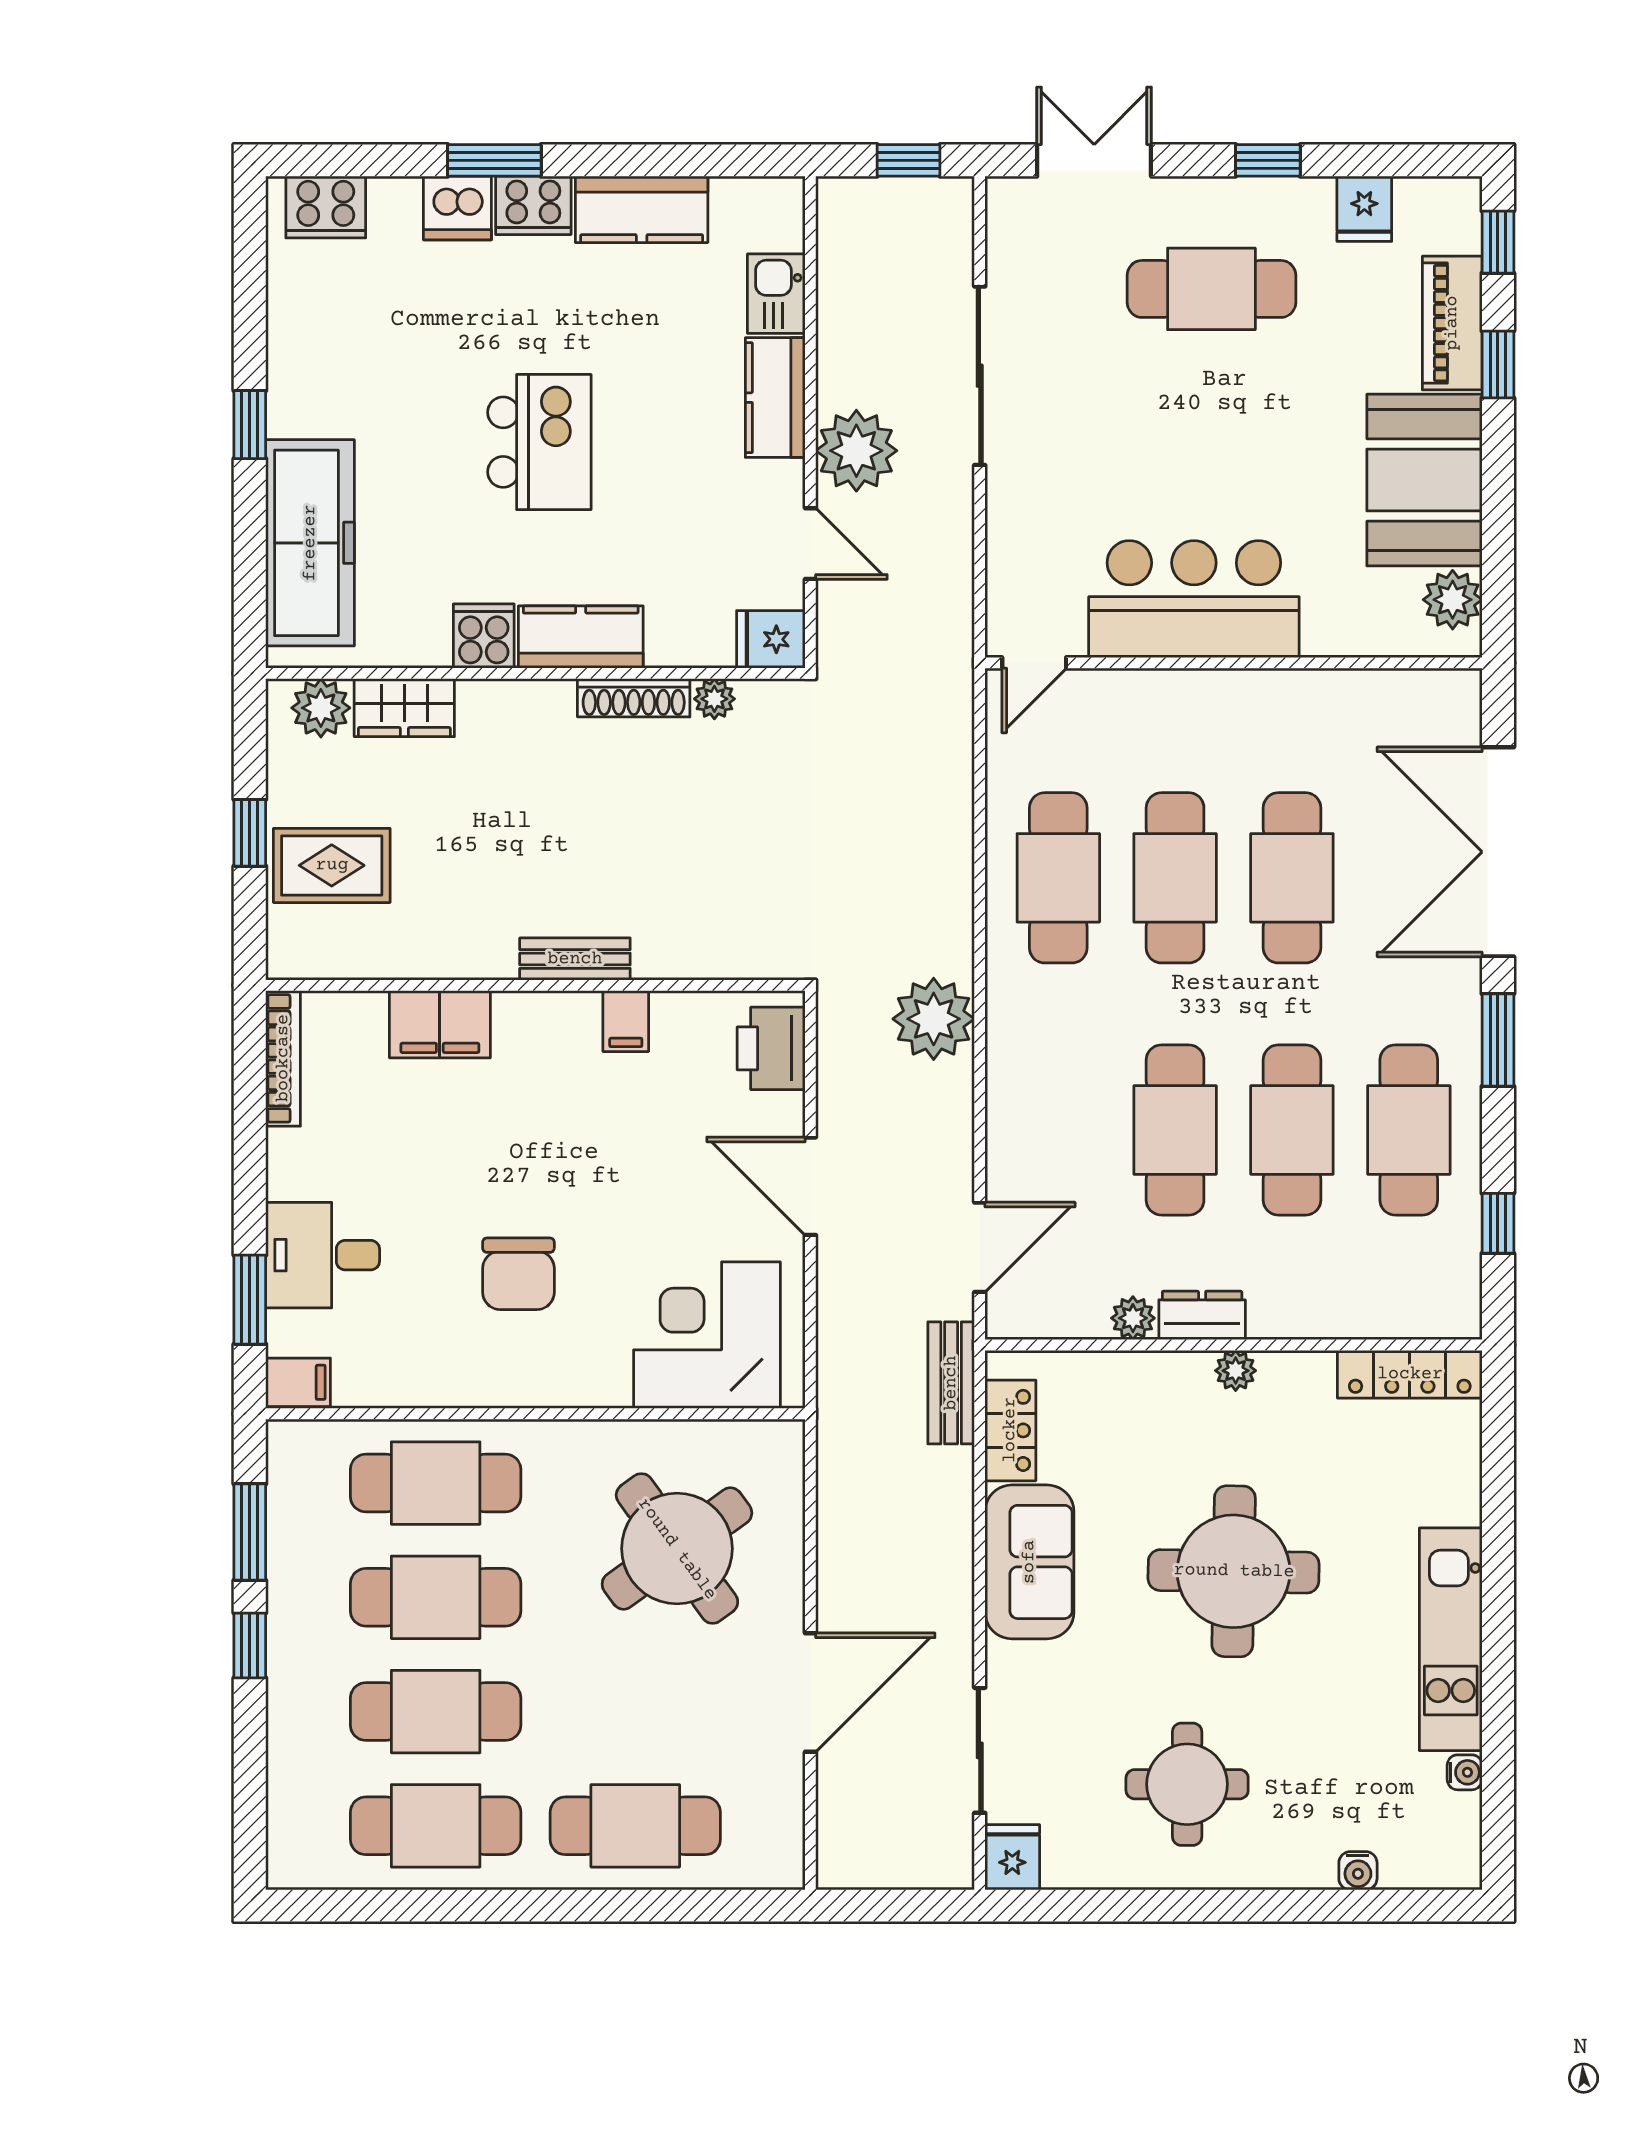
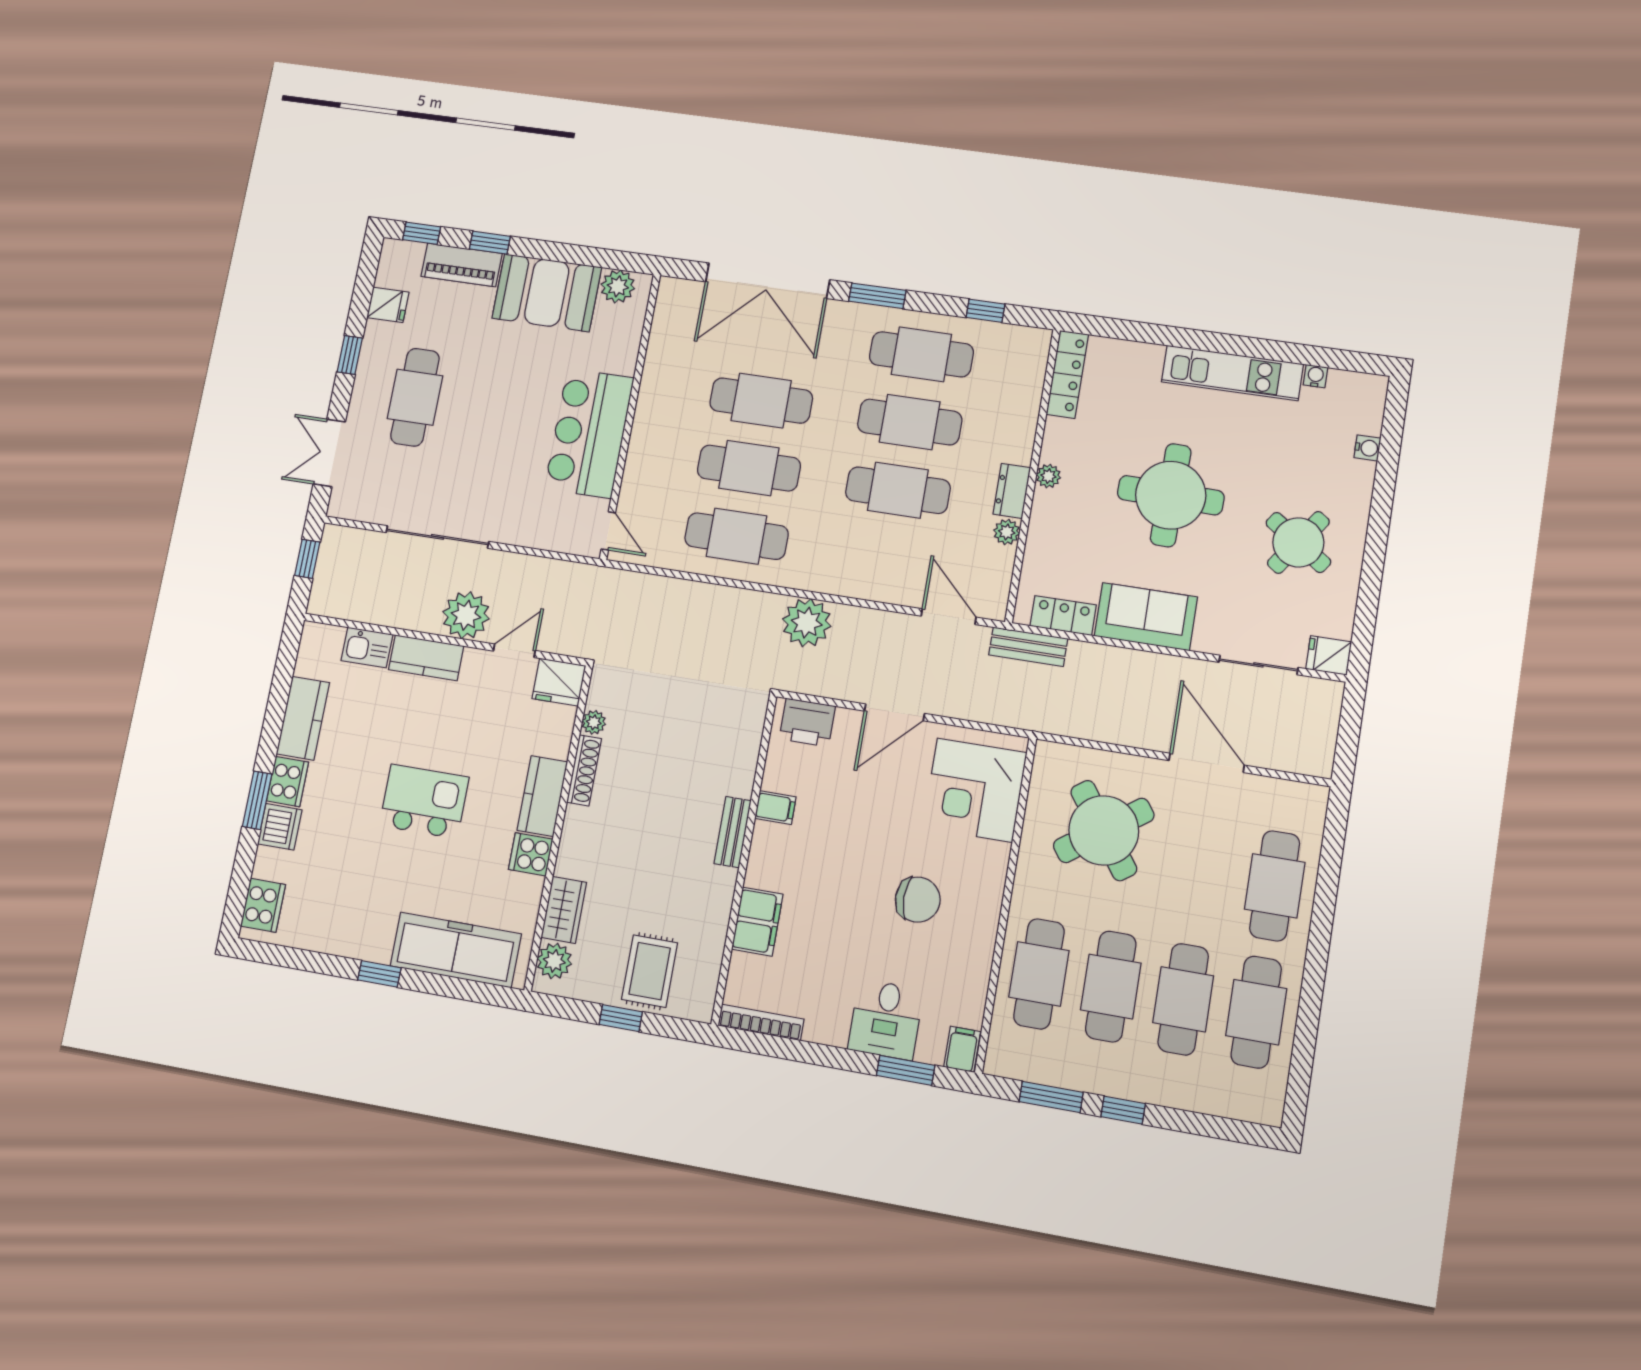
fridge: (771, 639) -> (559, 682), width x1.38
round table: (1187, 1784) -> (1298, 542), turned 35

